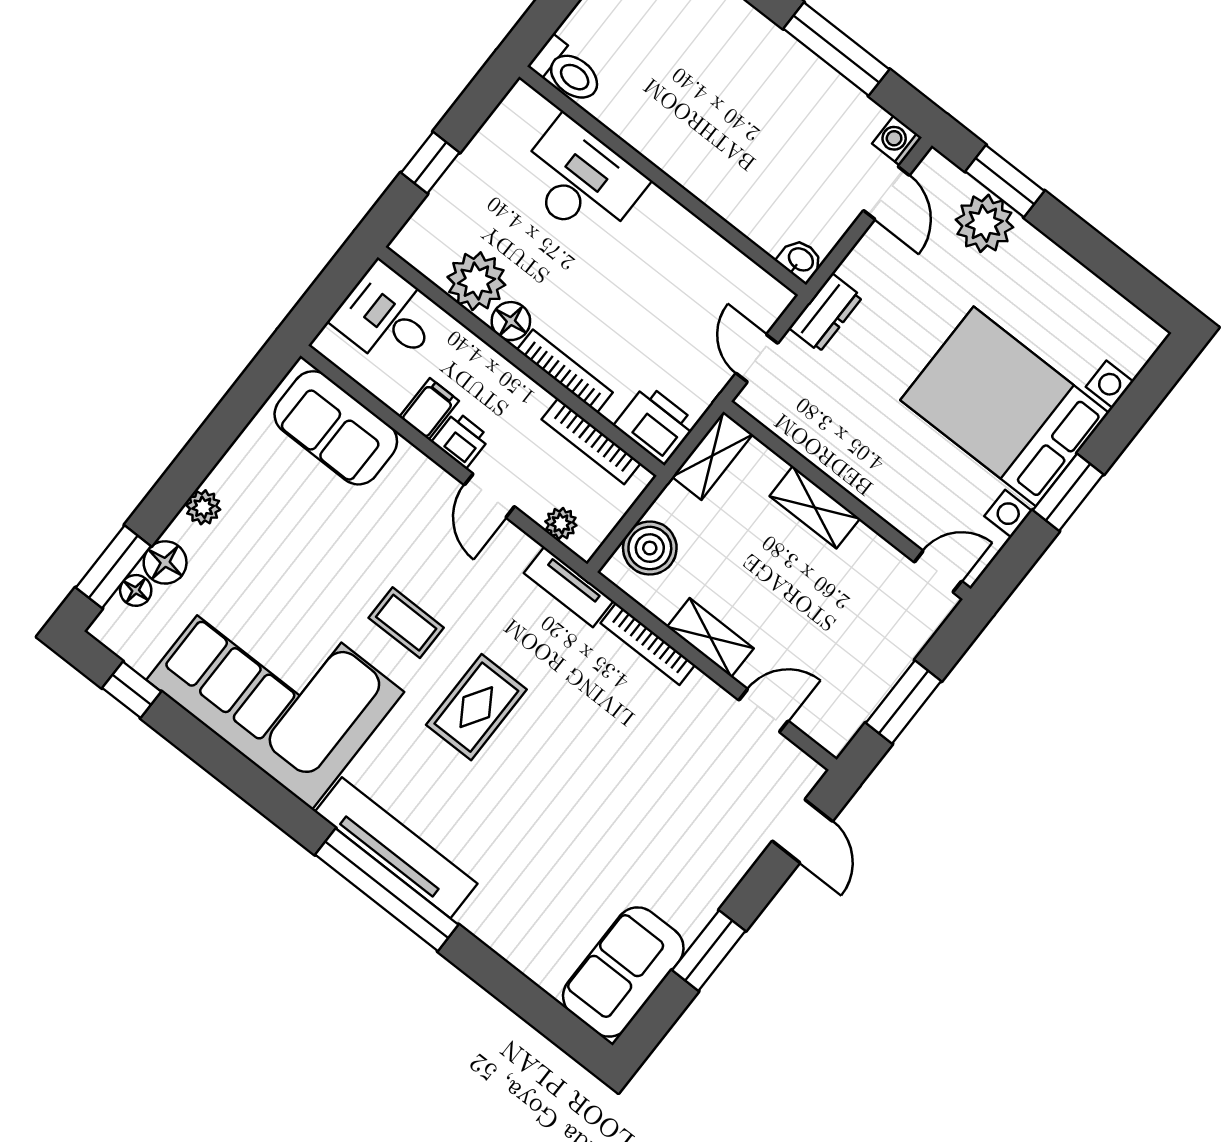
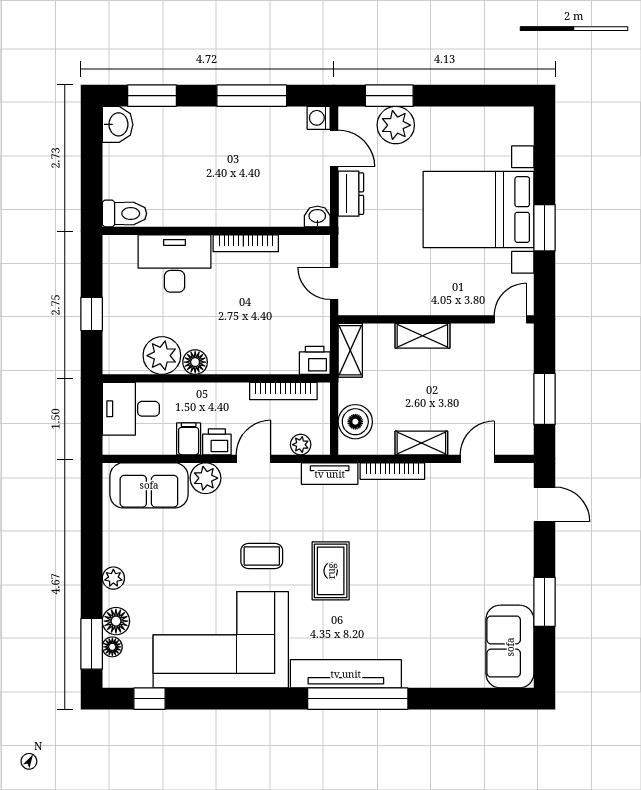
dresser: (826, 313) -> (351, 194), moved
bookcase: (565, 371) -> (246, 243), moved, turned 180
printer: (655, 424) -> (315, 360), width x0.73, depth x0.81
plant: (412, 473) -> (206, 478), added
door: (489, 496) -> (253, 459), swing flipped

